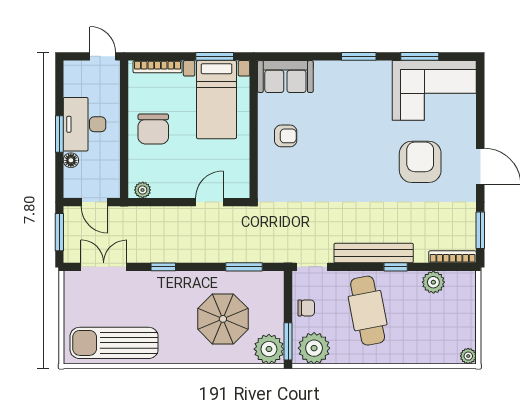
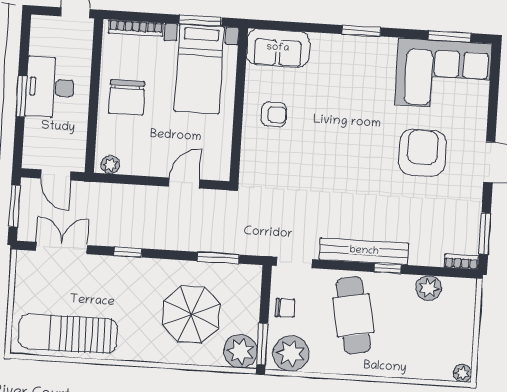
window: (420, 56) -> (450, 36), moved
floor lamp: (71, 160) -> (32, 126), removed
bookcase: (453, 257) -> (461, 262), width x0.64

